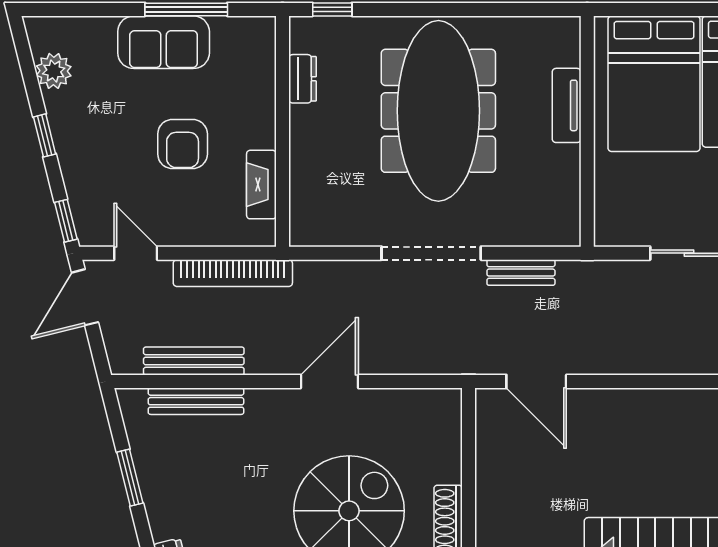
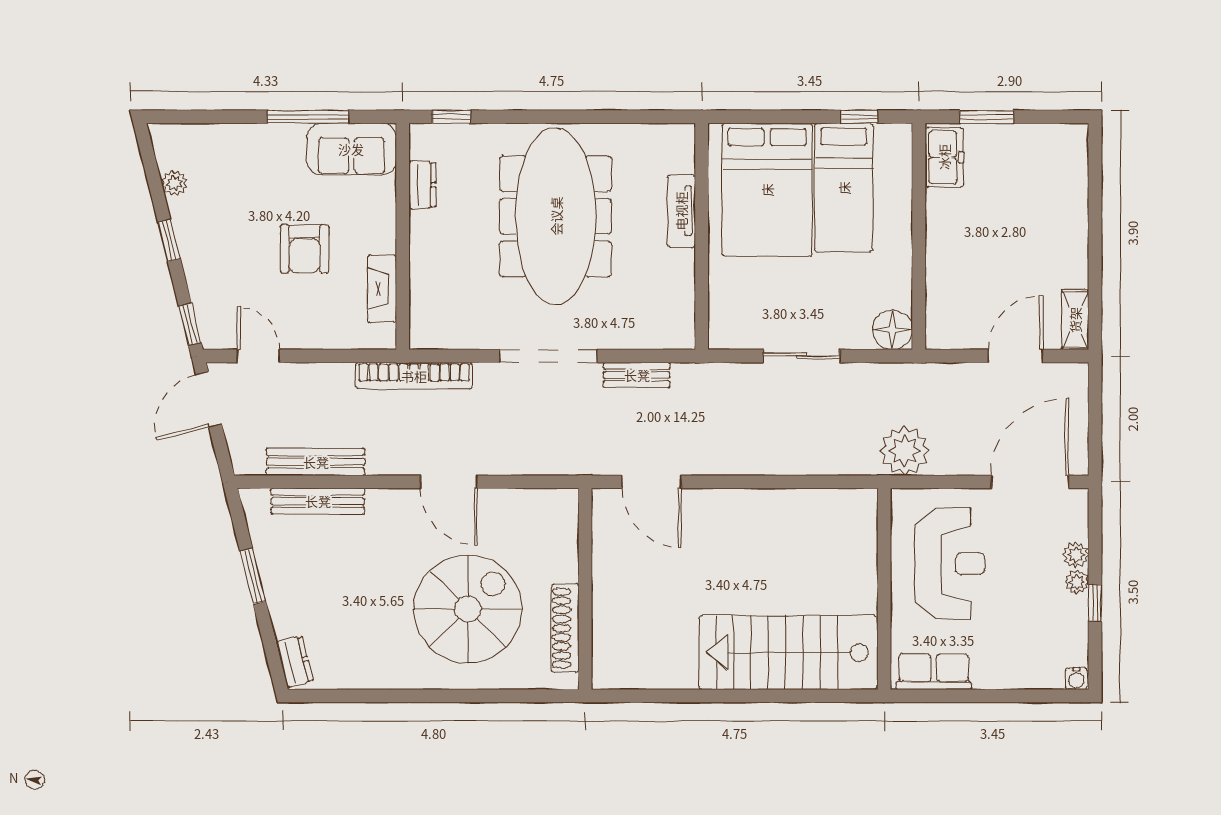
sofa: (164, 42) -> (351, 149), moved
plant: (54, 71) -> (174, 183), width x0.73, depth x0.73
bookcase: (233, 273) -> (414, 376), moved
door: (329, 381) -> (449, 482), swing flipped

